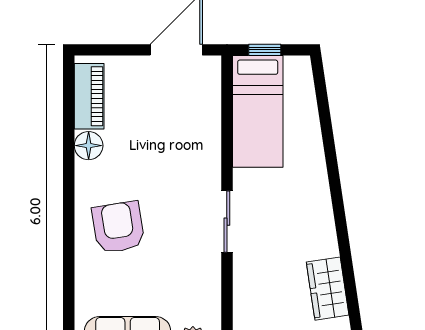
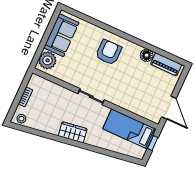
armchair: (118, 227) -> (109, 52), turned -81
wardrobe: (328, 289) -> (73, 132), moved

